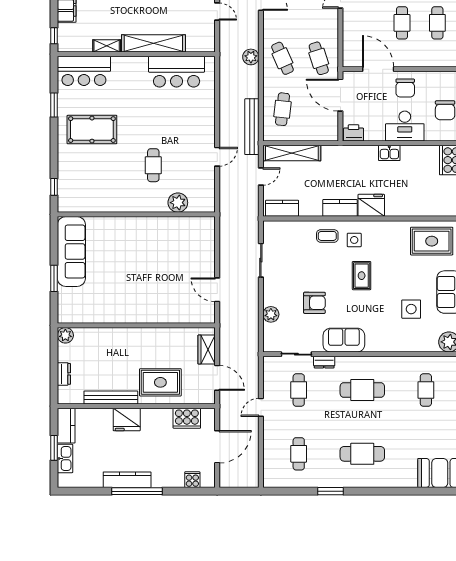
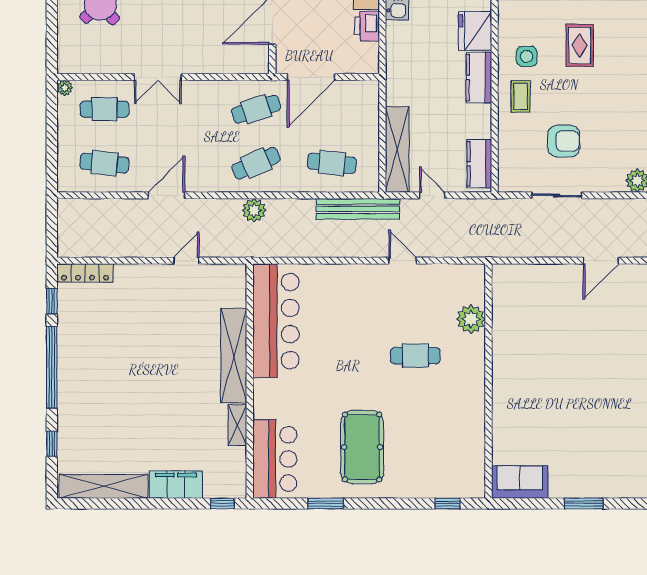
bar counter: (177, 72) -> (276, 321), width x1.36
printer: (354, 133) -> (367, 26), moved
sofa: (71, 251) -> (520, 482), width x0.54, depth x0.79
rug: (362, 276) -> (580, 45), turned 90
armchair: (314, 303) -> (564, 141), moved, turned 90

